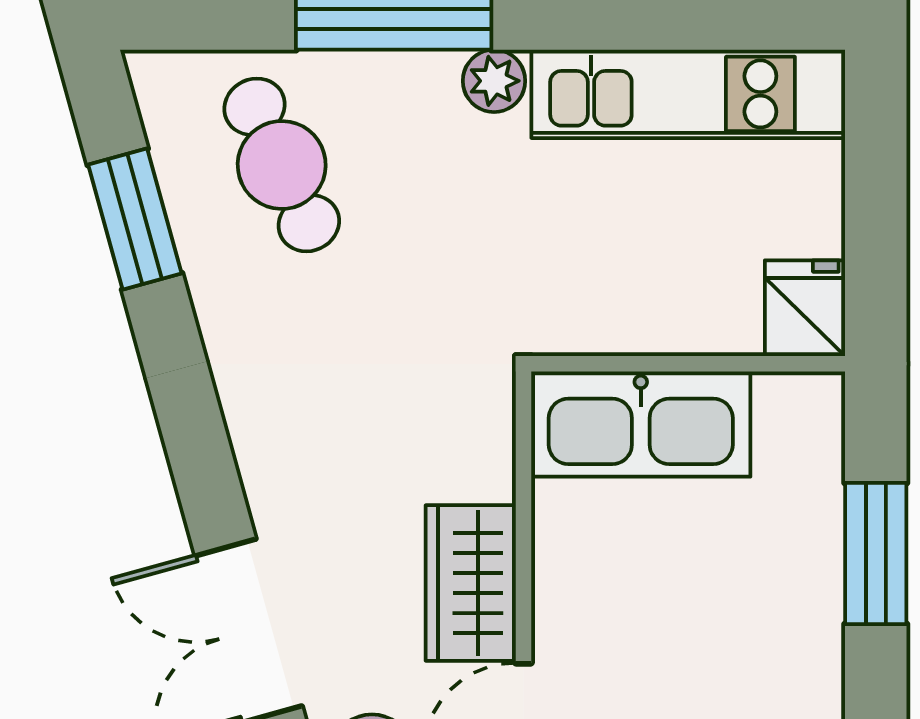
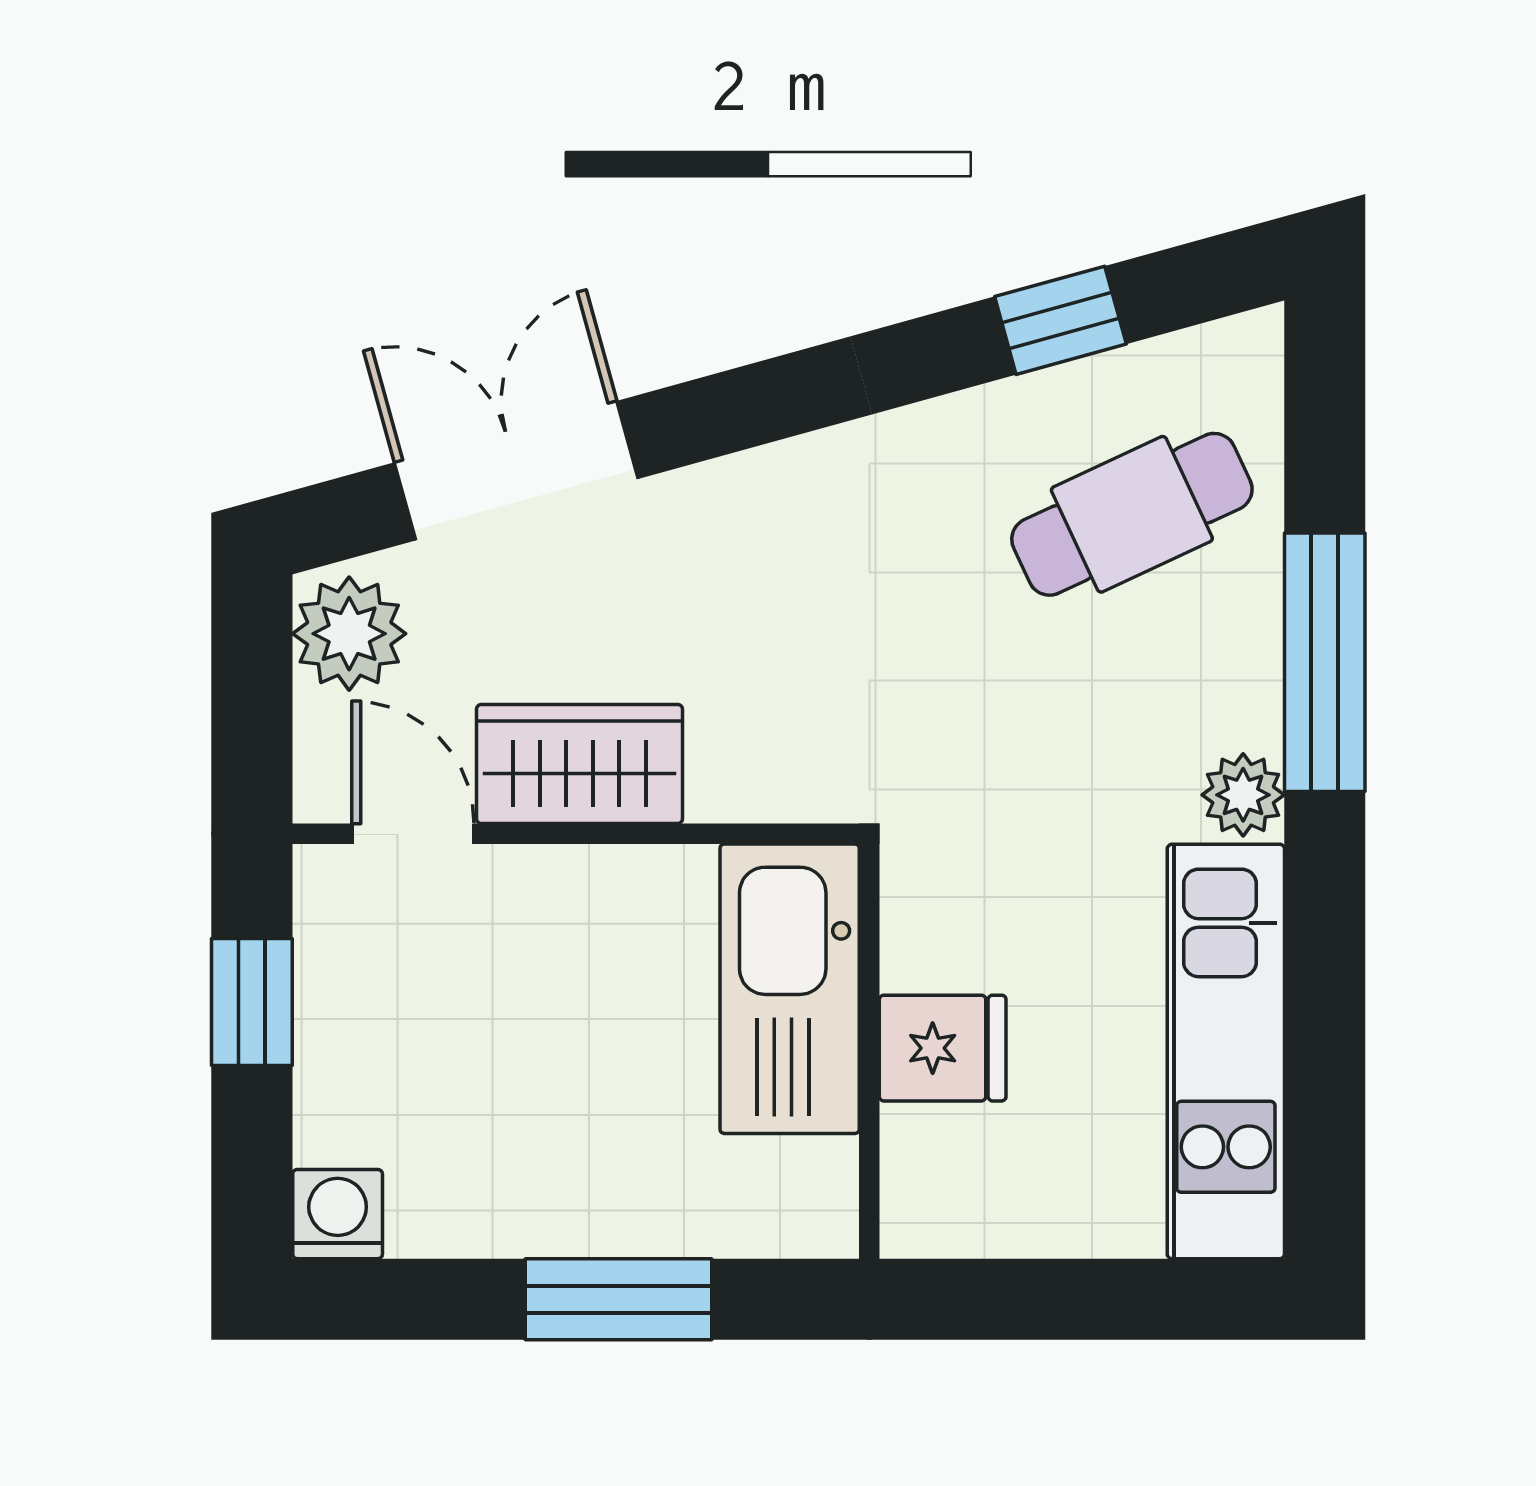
window: (135, 219) -> (1060, 320), width x0.67
fridge: (805, 308) -> (943, 1048), moved

